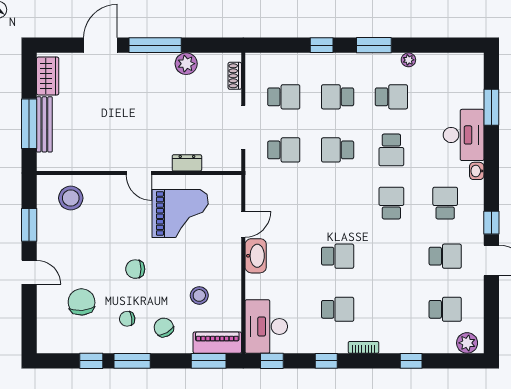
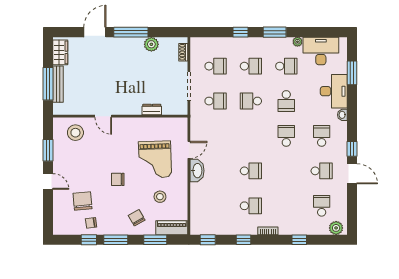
school desk: (338, 97) -> (251, 66), turned 180
door: (139, 173) -> (103, 116), moved
grand piano: (180, 213) -> (155, 159), moved, turned 88
school desk: (445, 309) -> (322, 206), turned -90
chair: (127, 319) -> (91, 223), moved
desk: (266, 327) -> (321, 51), moved, turned 90
window: (209, 361) -> (155, 240), moved

